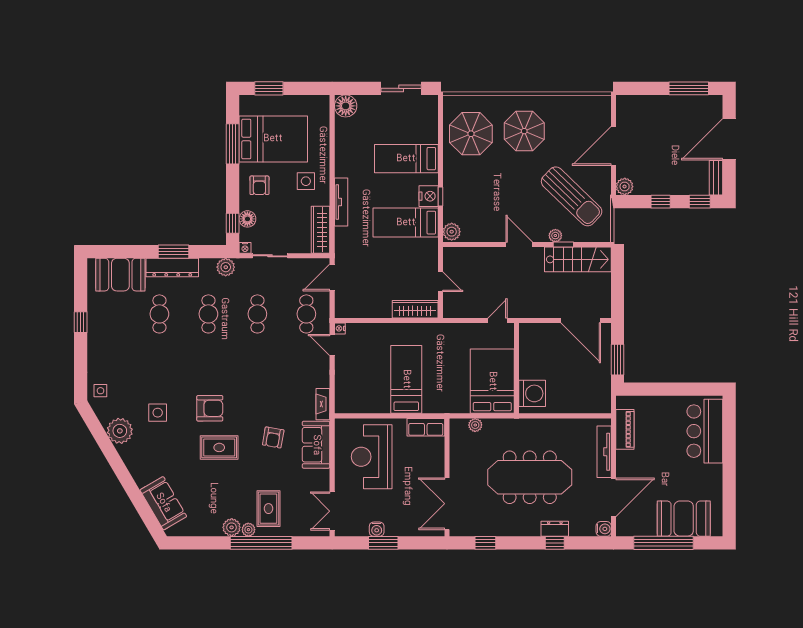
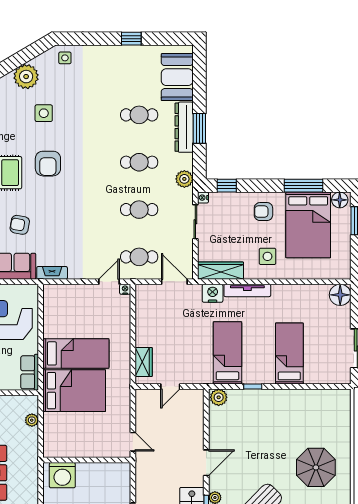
parasol: (471, 134) -> (313, 416), removed
nightstand: (429, 196) -> (213, 293), moved, turned 180
floor lamp: (247, 219) -> (340, 200), moved
wardrobe: (415, 309) -> (144, 362), width x0.67
bed: (492, 381) -> (74, 391), moved

